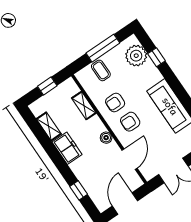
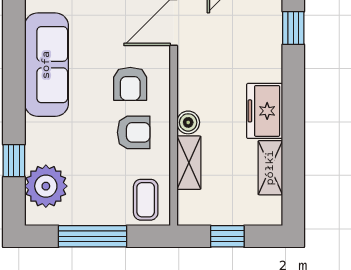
coffee table: (101, 70) -> (146, 200), moved
armchair: (130, 122) -> (130, 84), turned 90
boiler: (106, 138) -> (188, 122), moved

